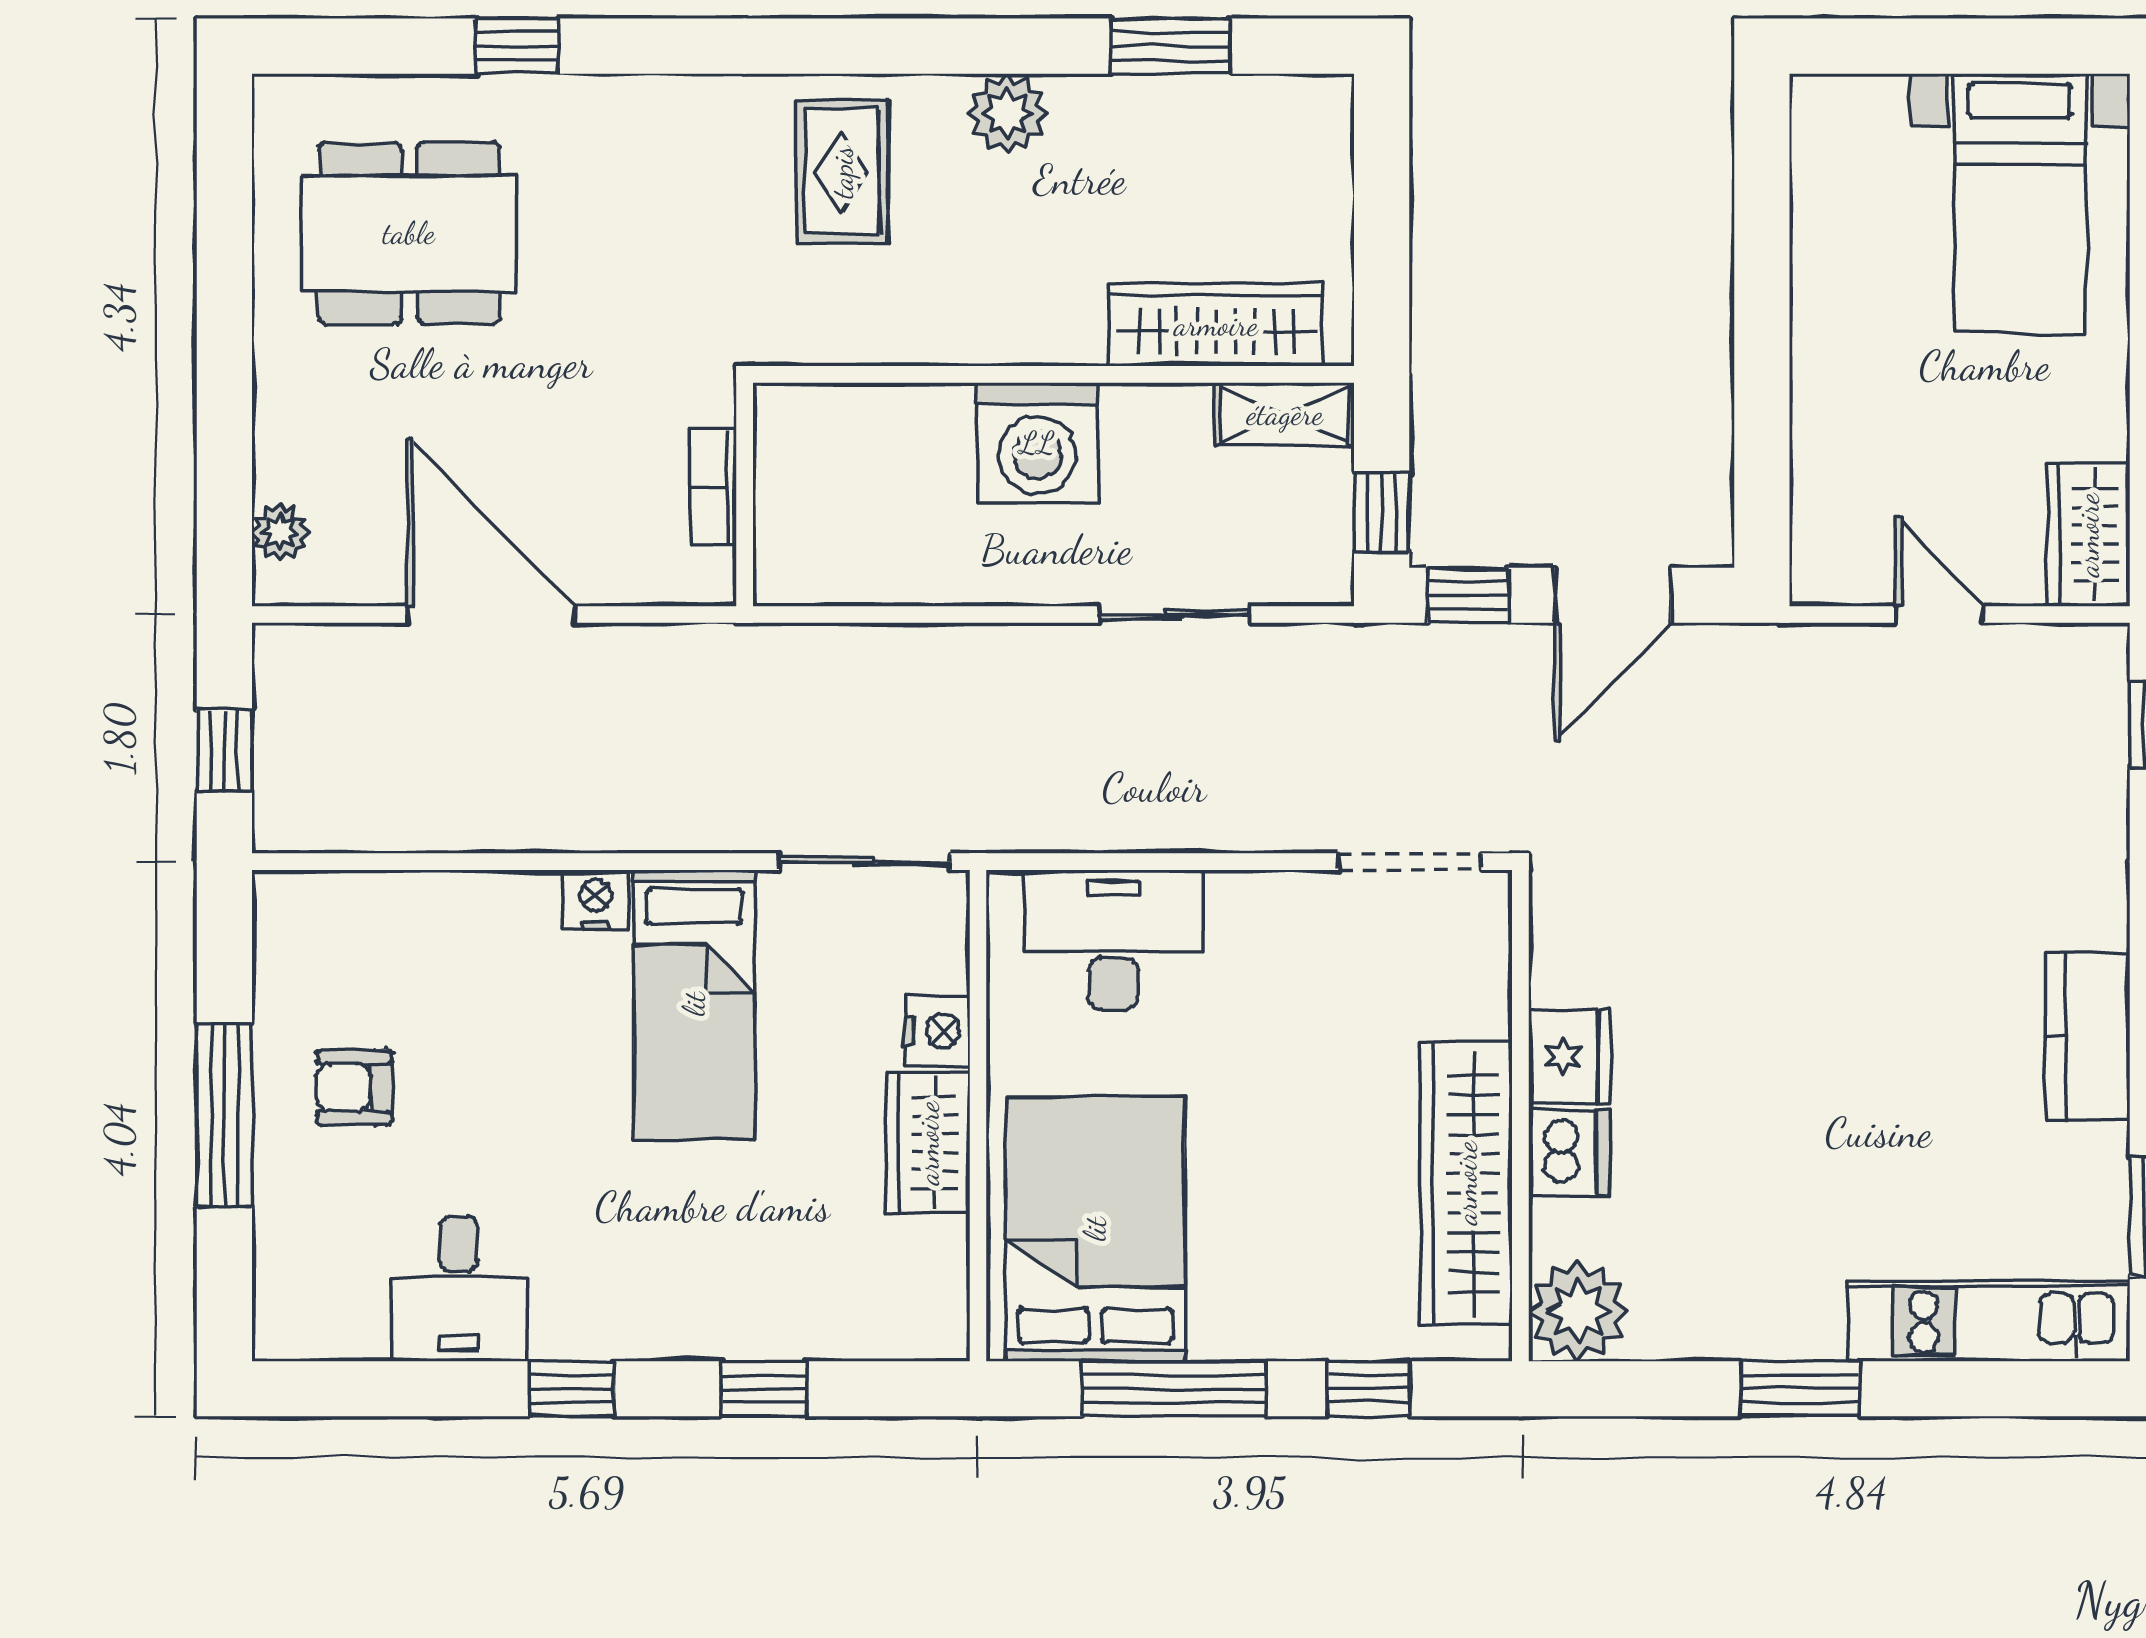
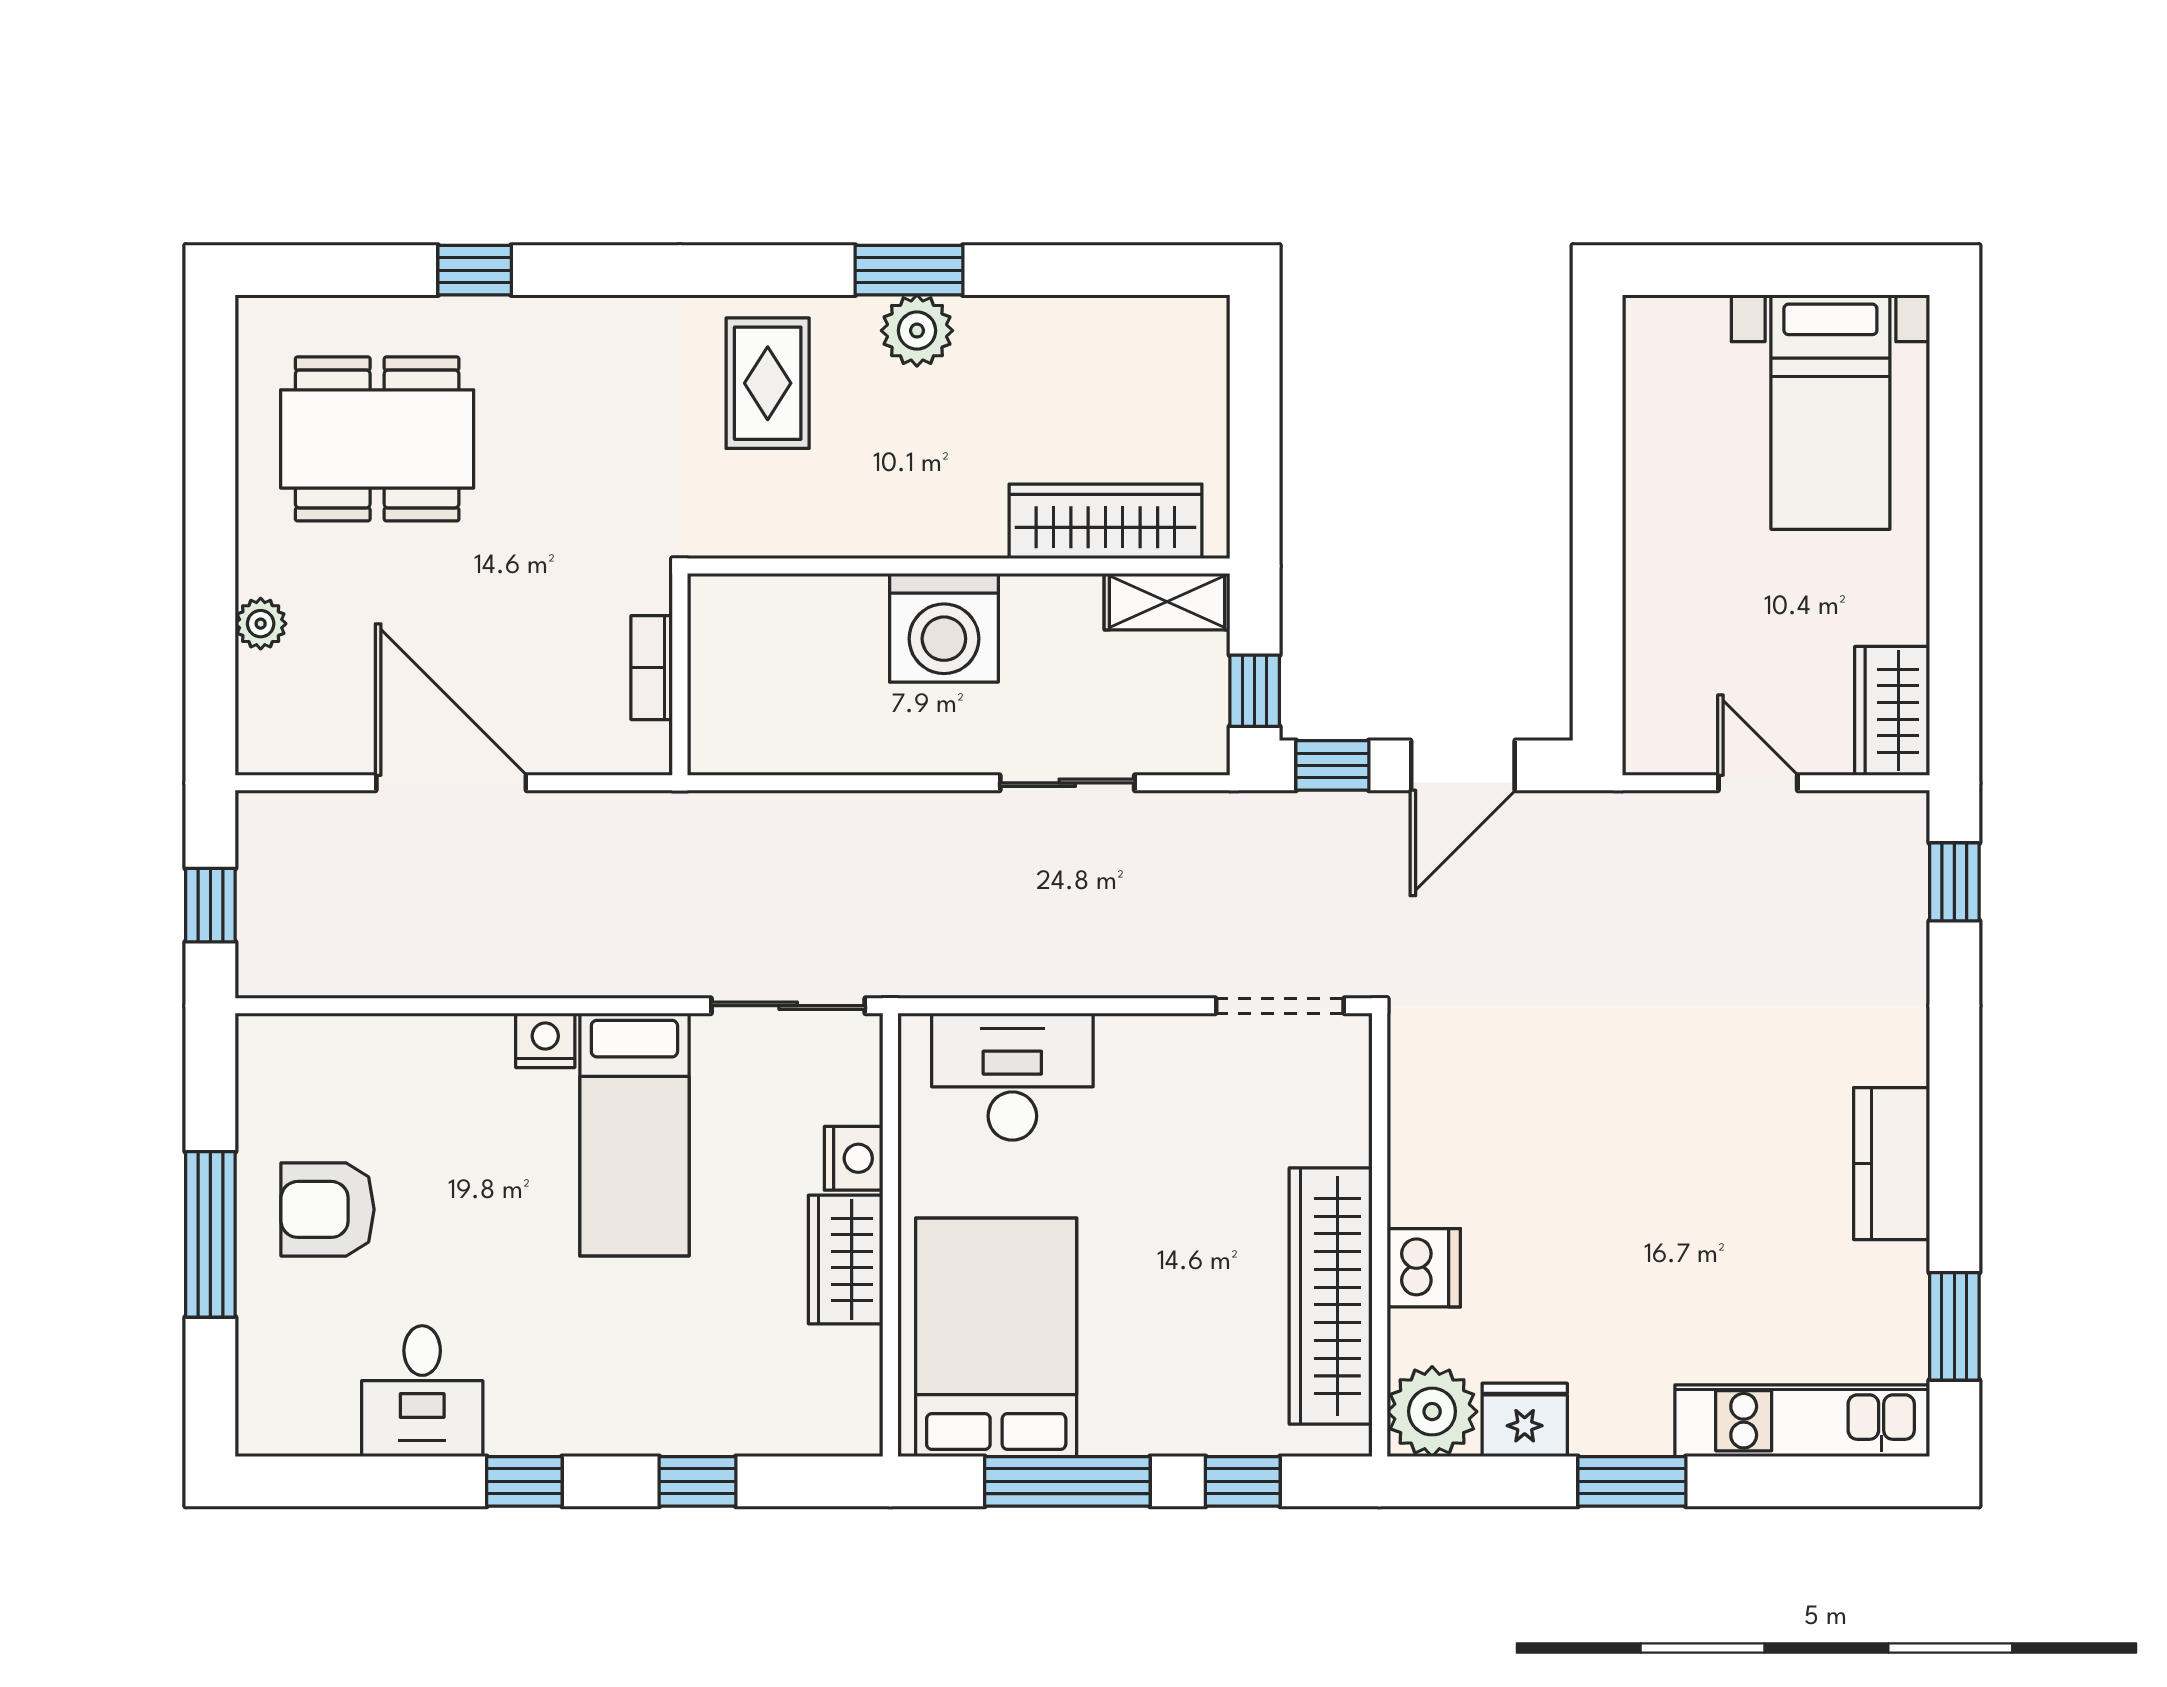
window: (1171, 46) -> (909, 270), moved
plant: (280, 532) -> (261, 624), moved
fridge: (1569, 1056) -> (1525, 1420), moved, turned -90
armchair: (354, 1087) -> (328, 1209), width x1.38, depth x1.38

